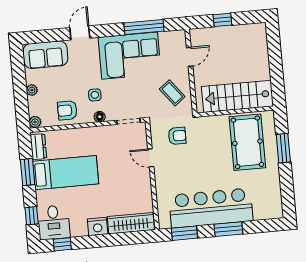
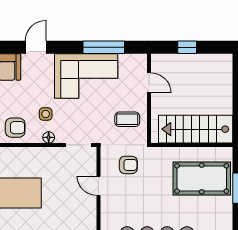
door: (190, 57) -> (149, 83), hinge flipped
coffee table: (172, 93) -> (127, 119), turned -52
armchair: (67, 110) -> (15, 128), turned 180
pool table: (247, 142) -> (202, 179), turned 90

